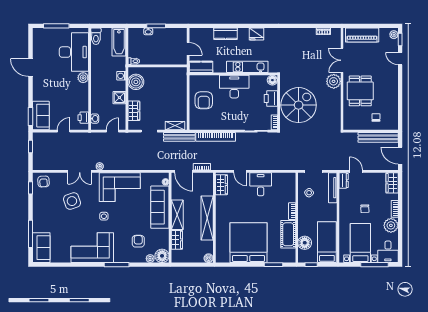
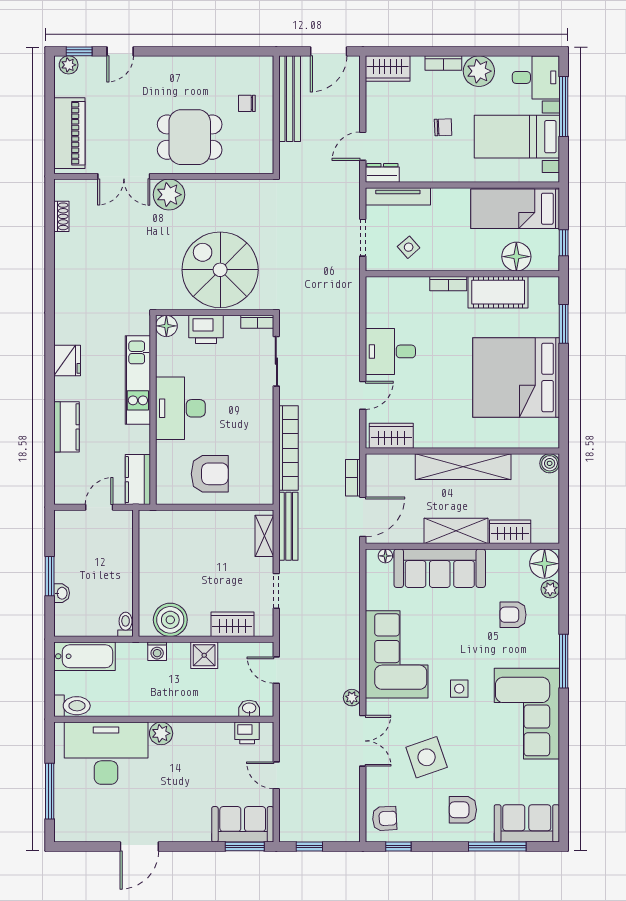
armchair: (48, 218) -> (463, 810), added

